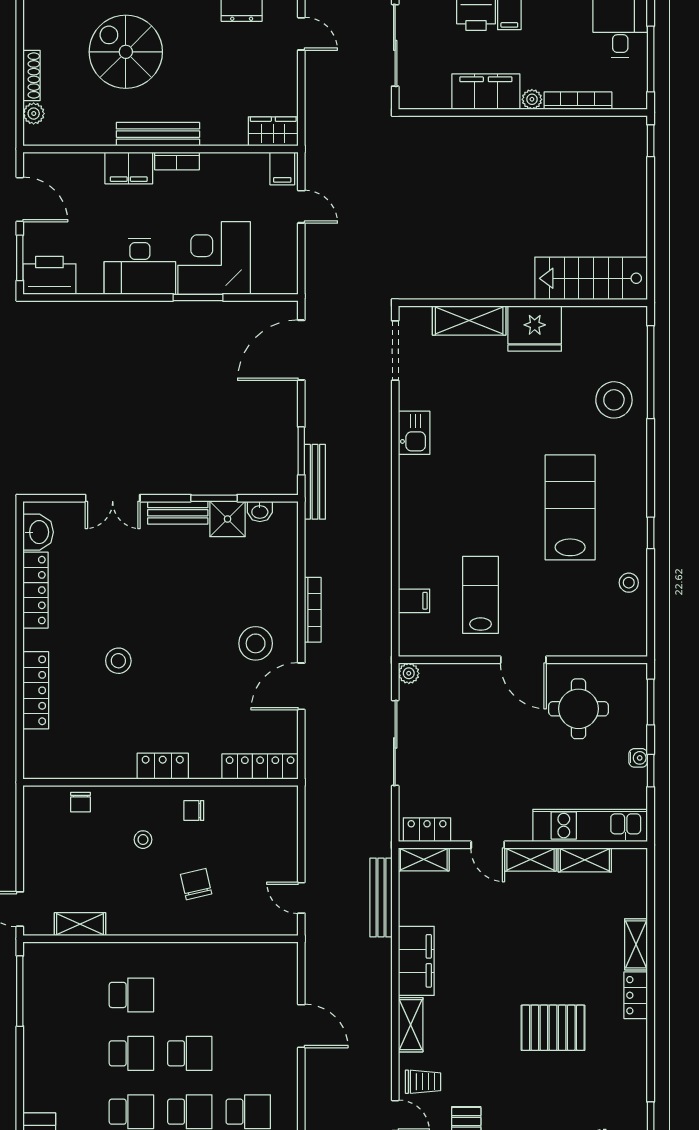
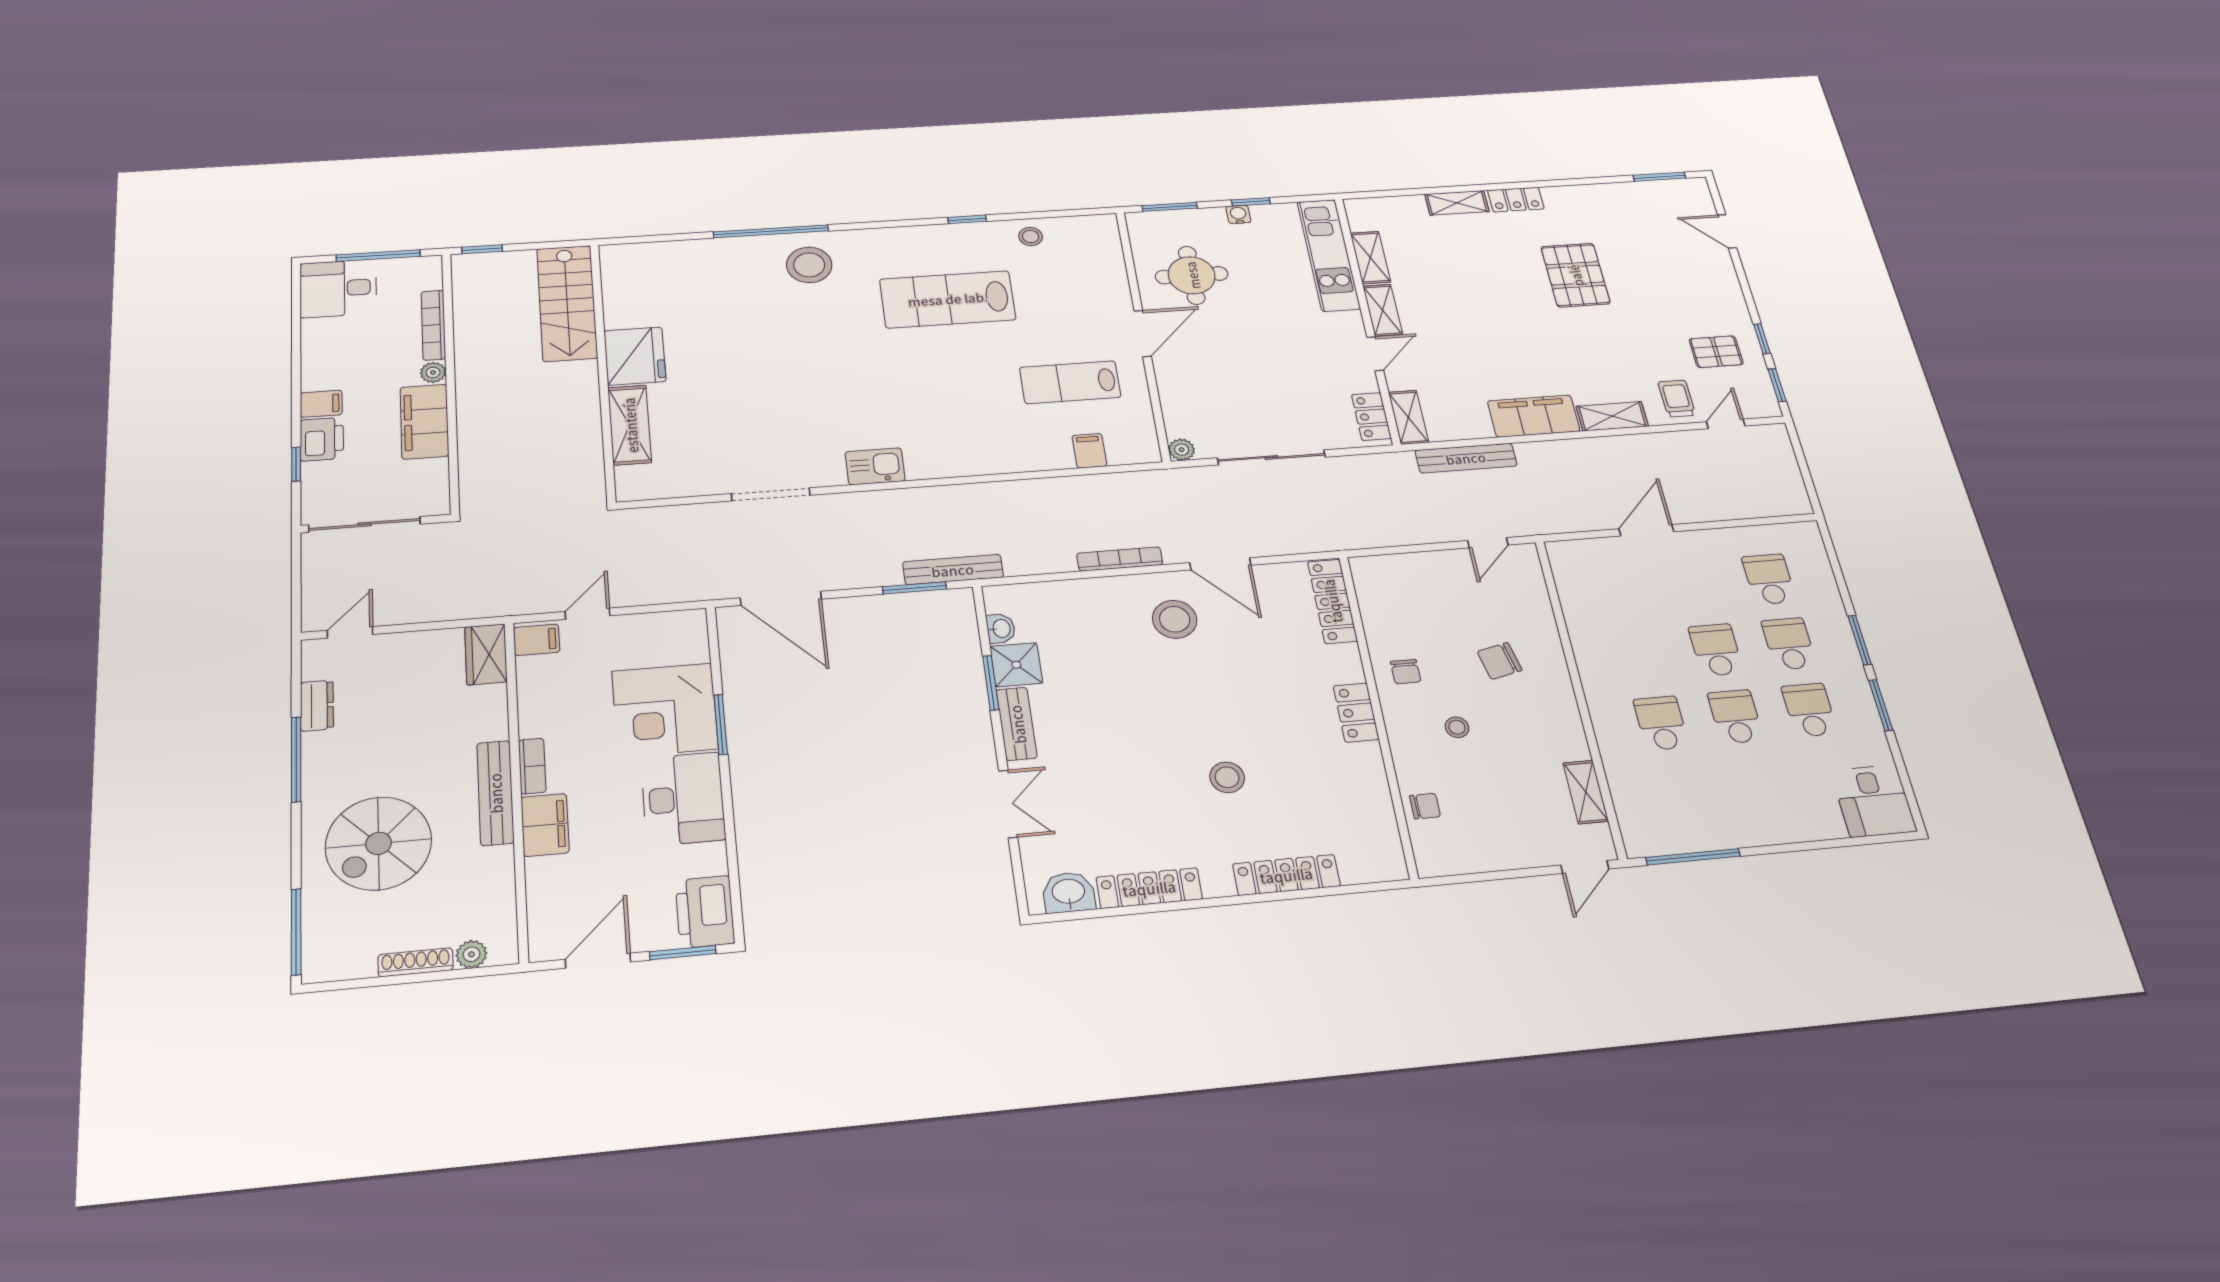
stairs: (591, 278) -> (567, 303), moved
wall: (523, 303) -> (603, 370), moved
shelving: (469, 320) -> (630, 425), moved
fridge: (535, 328) -> (635, 356), moved

